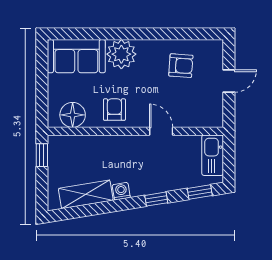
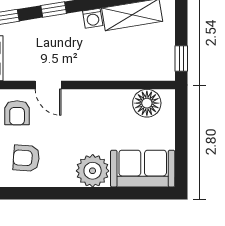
armchair: (114, 110) -> (17, 113), moved

